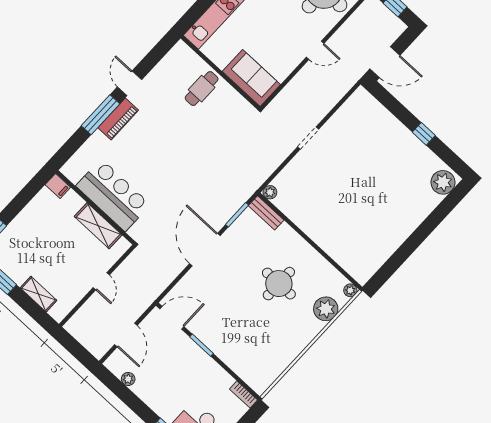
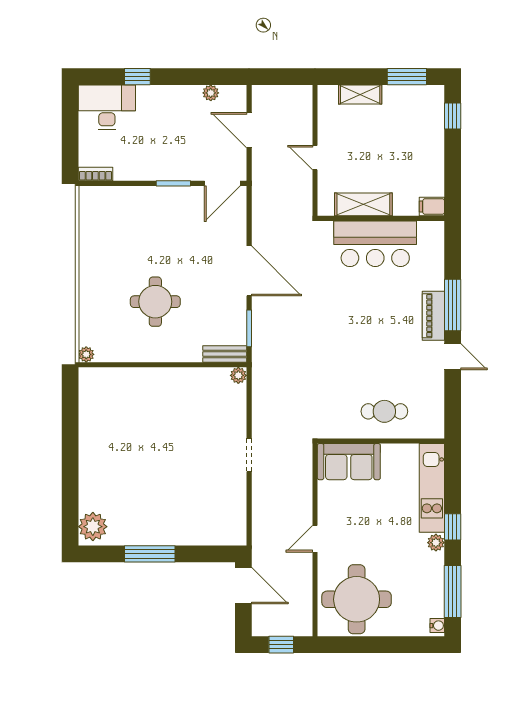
door: (385, 62) -> (243, 586), swing flipped
cafe table: (202, 89) -> (384, 411), turned 90
window: (424, 134) -> (150, 554), width x2.17
plant: (326, 309) -> (93, 318), removed

